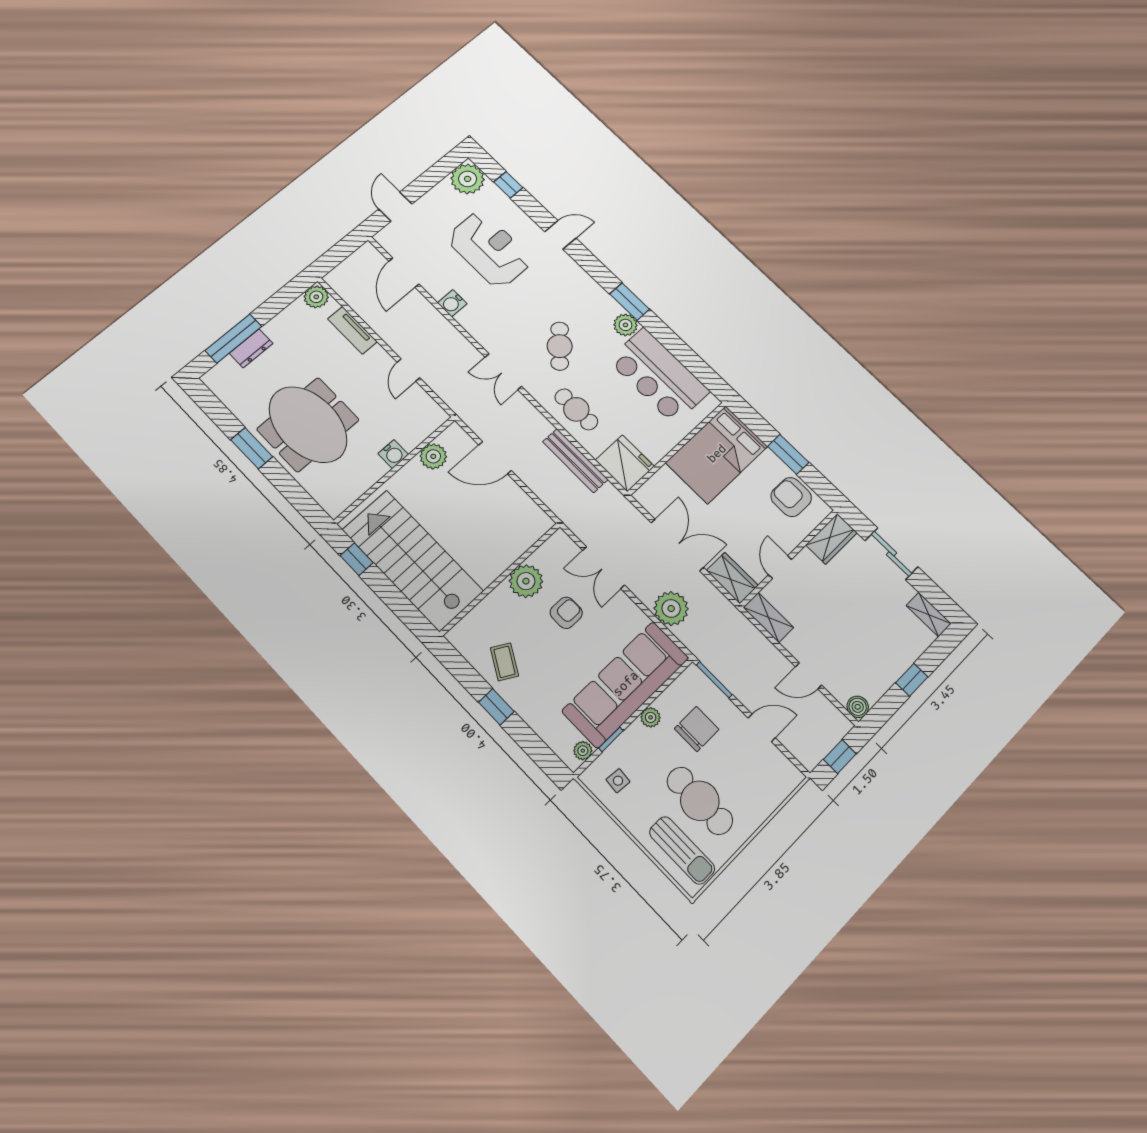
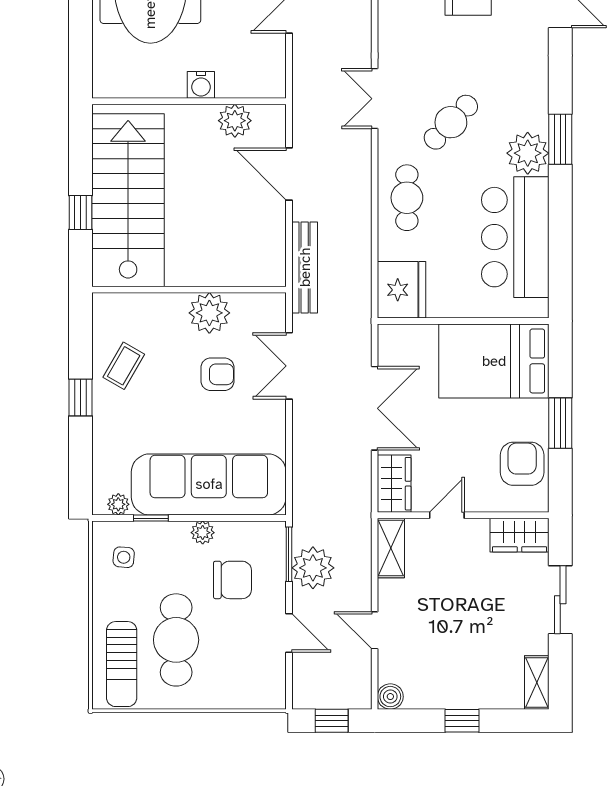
plant: (626, 325) -> (528, 153), width x1.36, depth x1.36
bench: (575, 461) -> (305, 267), moved
window: (357, 559) -> (81, 213), moved
plant: (671, 609) -> (313, 568), moved

